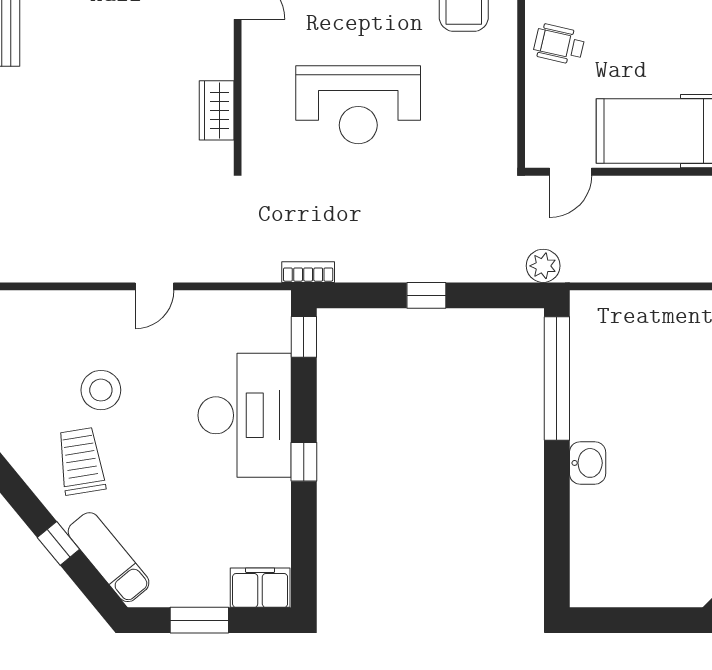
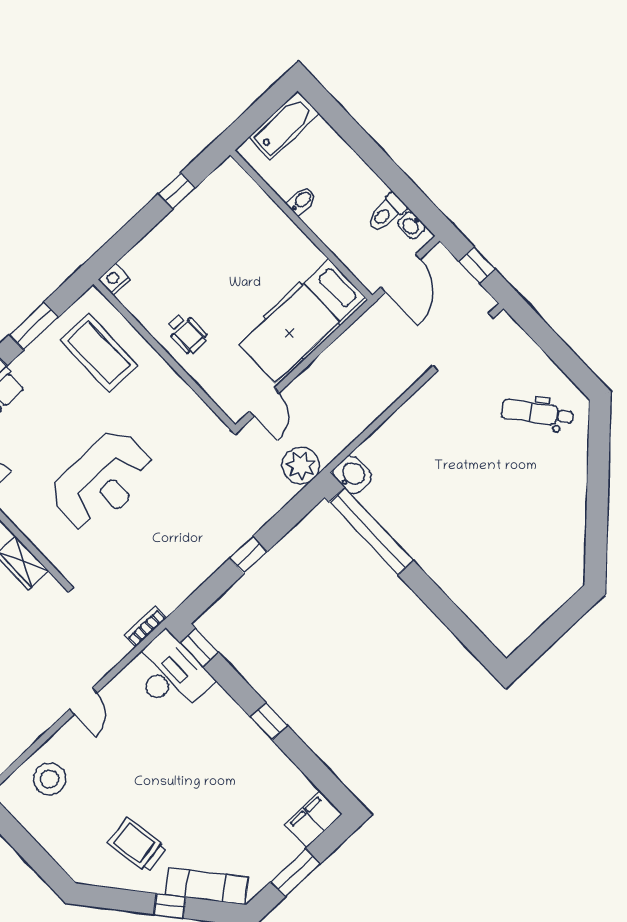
wheelchair: (559, 44) -> (187, 333), turned -103
plant: (543, 266) -> (301, 466), width x1.36, depth x1.36
bookcase: (308, 272) -> (145, 627), moved
stool: (101, 390) -> (49, 779), moved
desk: (245, 415) -> (170, 674), moved, width x0.73, depth x0.77
washbasin: (588, 463) -> (352, 475), moved

